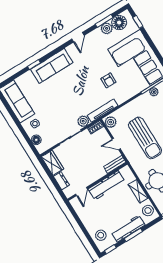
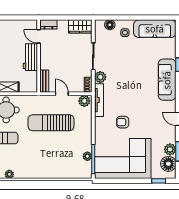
door: (116, 144) -> (62, 94), hinge flipped
dresser: (61, 181) -> (48, 24), moved
workbench: (107, 185) -> (30, 57), width x0.73

